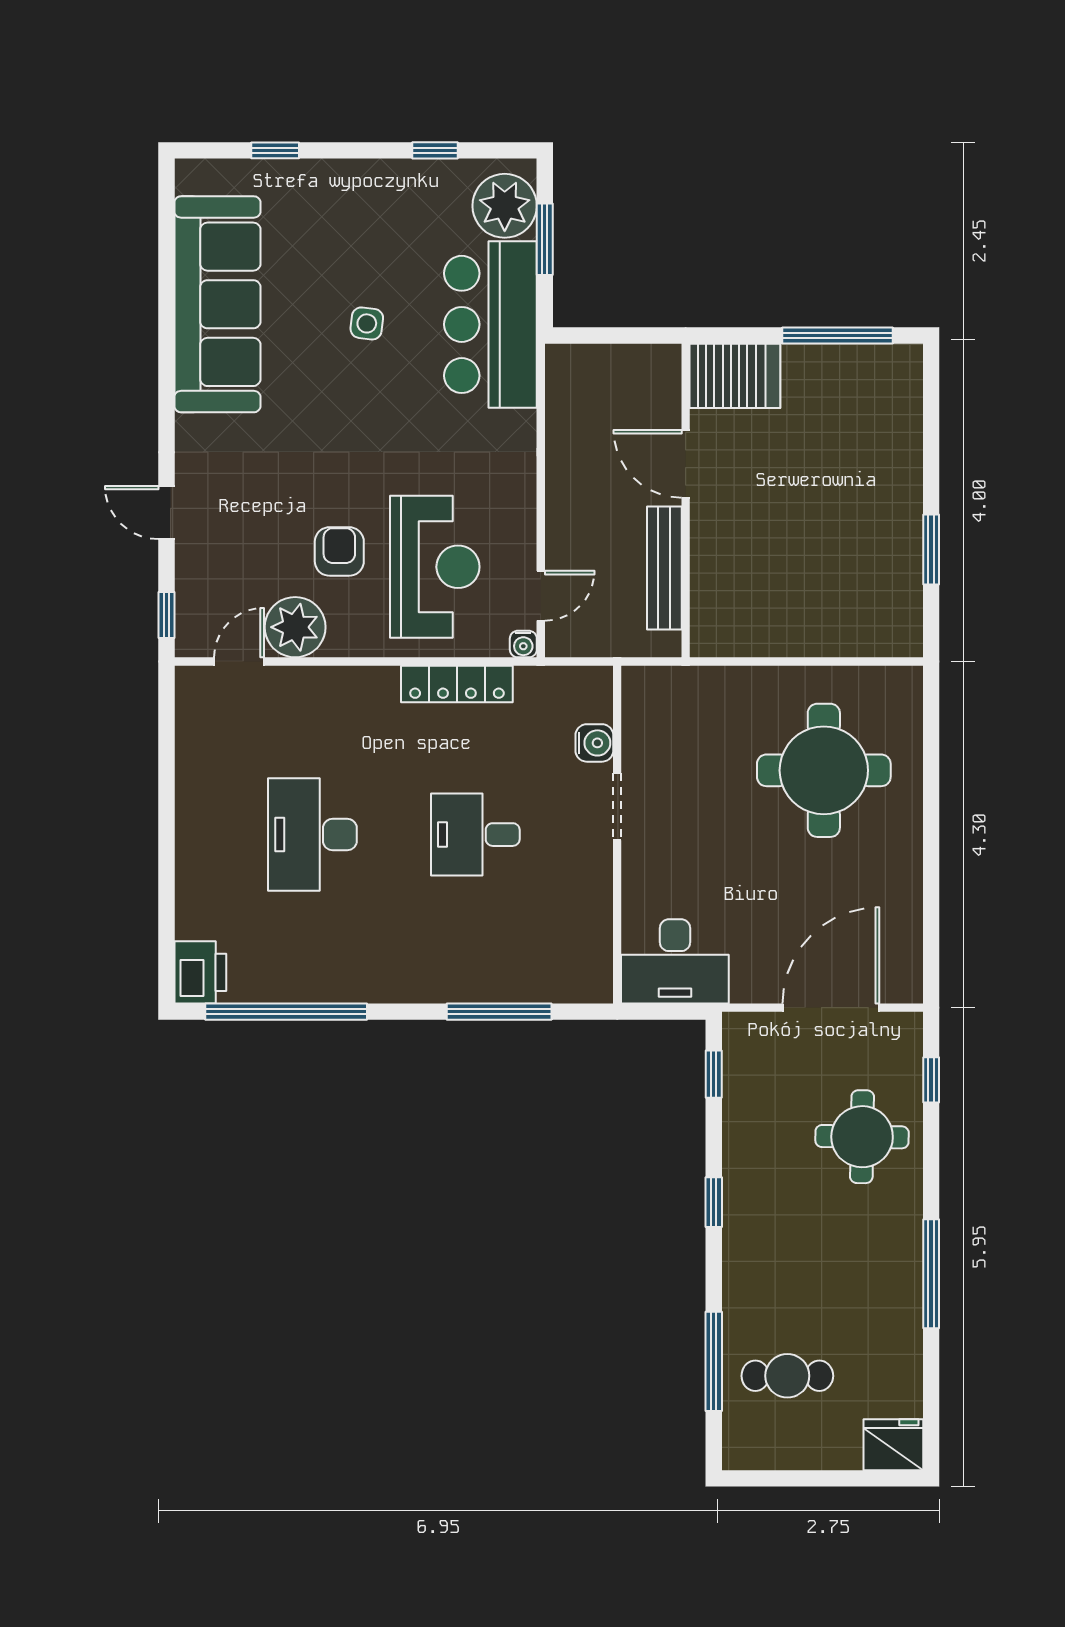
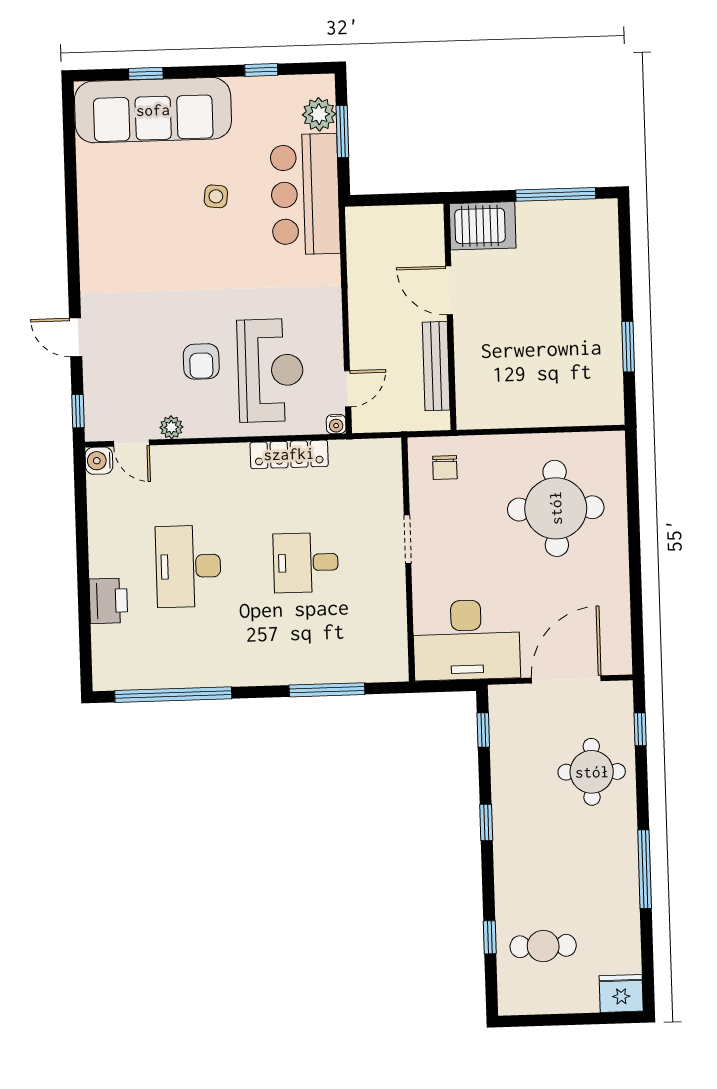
plant: (505, 206) -> (319, 114), width x0.73, depth x0.73
sofa: (217, 304) -> (153, 110), moved, turned 90
armchair: (339, 551) -> (201, 361), turned 180
plant: (295, 627) -> (171, 427), width x0.53, depth x0.53
door: (239, 661) -> (131, 443), swing flipped
chair: (672, 709) -> (445, 467), added
water cooler: (594, 743) -> (99, 461), moved, turned 180
desk: (675, 961) -> (467, 640), width x1.36, depth x1.30
printer: (200, 972) -> (108, 601), moved
window: (714, 1361) -> (490, 937), width x0.46

